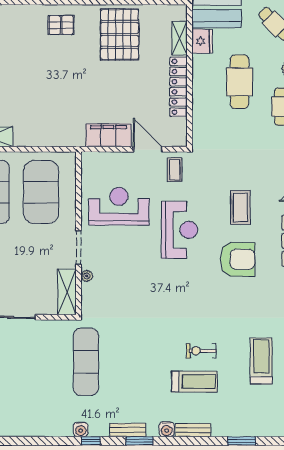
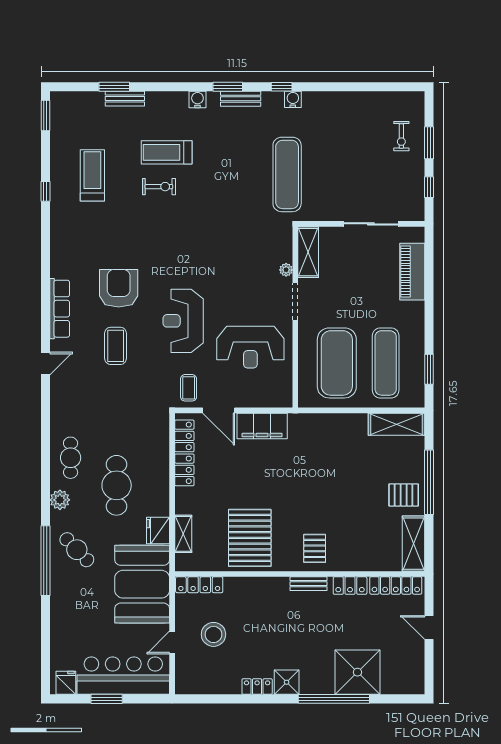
pallet: (61, 25) -> (315, 548), turned 90
locker: (178, 87) -> (184, 453), moved
armchair: (238, 259) -> (119, 288), turned 89
treadmill: (261, 361) -> (92, 175), turned 180
bench: (193, 430) -> (125, 99), moved

